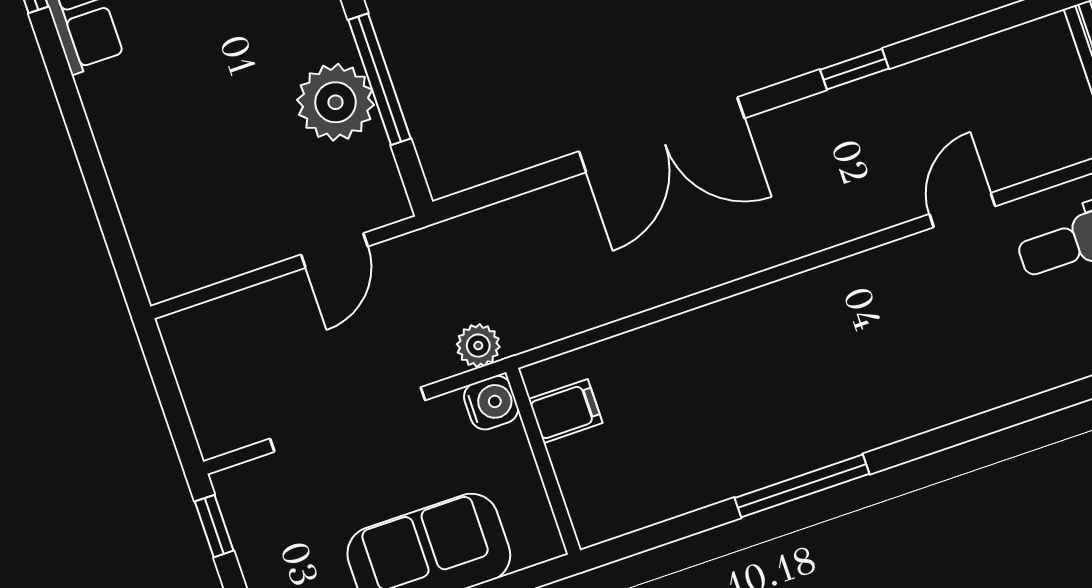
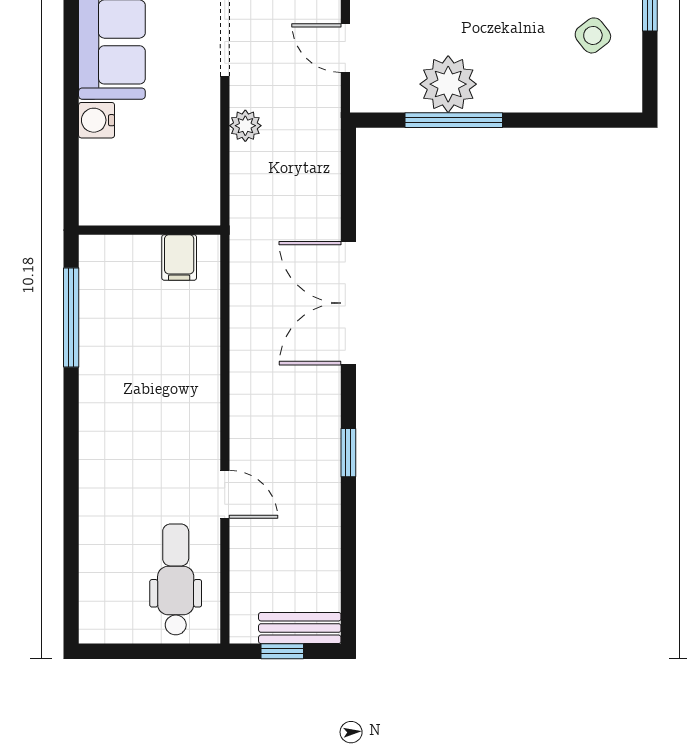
water cooler: (491, 403) -> (97, 120), moved, turned 90
filing cabinet: (566, 411) -> (179, 258), moved
wall: (543, 461) -> (150, 230), moved

